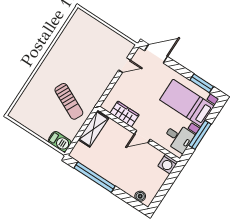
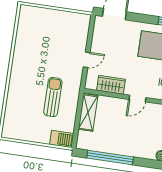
door: (125, 65) -> (87, 60), moved
sun lounger: (69, 101) -> (53, 97), turned -116

